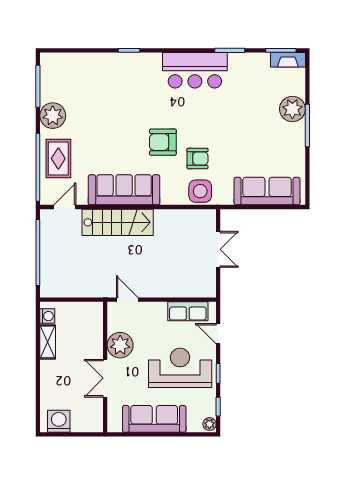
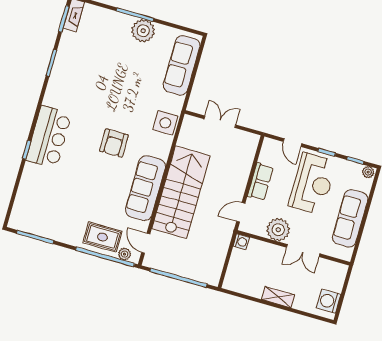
bar counter: (195, 70) -> (49, 137), moved
plant: (292, 109) -> (143, 31), moved
plant: (53, 116) -> (124, 254), moved, width x0.53, depth x0.53
armchair: (198, 159) -> (137, 117), removed
stairs: (118, 222) -> (181, 192), width x1.36, depth x1.51
row of seats: (188, 311) -> (260, 182), moved
washing machine: (47, 316) -> (241, 242), moved, turned 90
door: (218, 334) -> (292, 143), hinge flipped
shelving: (48, 342) -> (278, 297), moved
reception desk: (180, 368) -> (312, 184), turned 180

